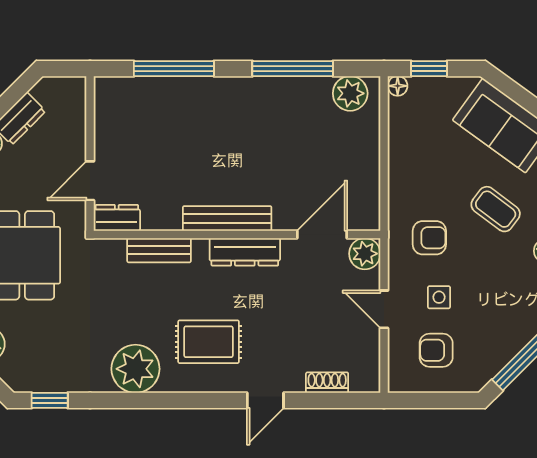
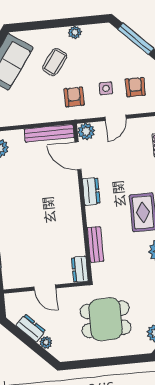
door: (90, 181) -> (45, 288), moved
bench: (227, 218) -> (49, 133), moved, turned 90
dresser: (245, 252) -> (91, 191), width x0.70
armchair: (436, 350) -> (135, 87), turned 180

